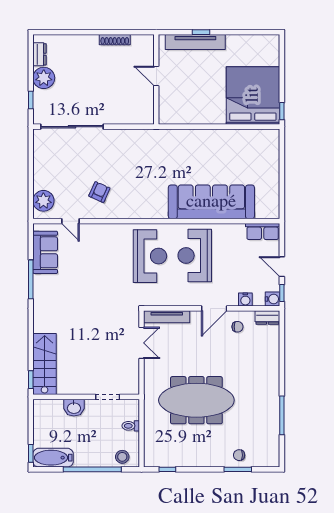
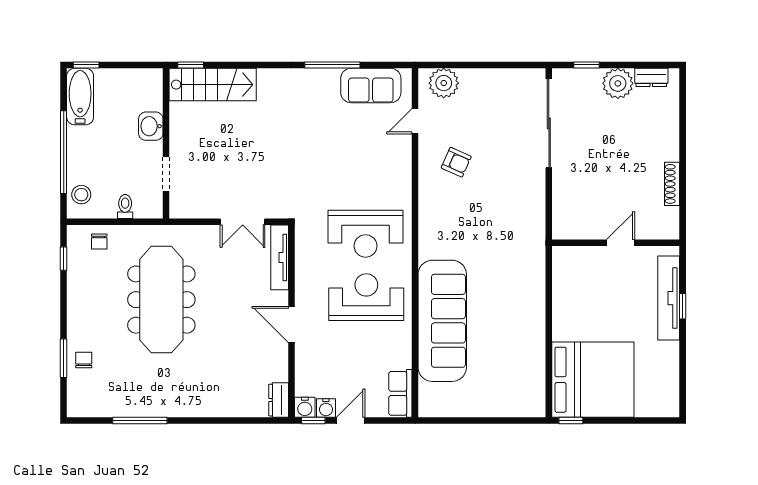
water cooler: (245, 299) -> (326, 408), moved, turned -90
chair: (238, 327) -> (99, 242), moved

